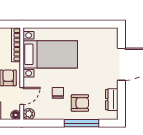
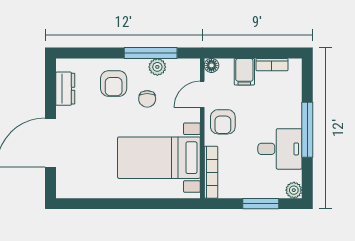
armchair: (80, 103) -> (114, 84), turned -90
plant: (29, 114) -> (157, 67), moved
window: (82, 123) -> (151, 53), moved

